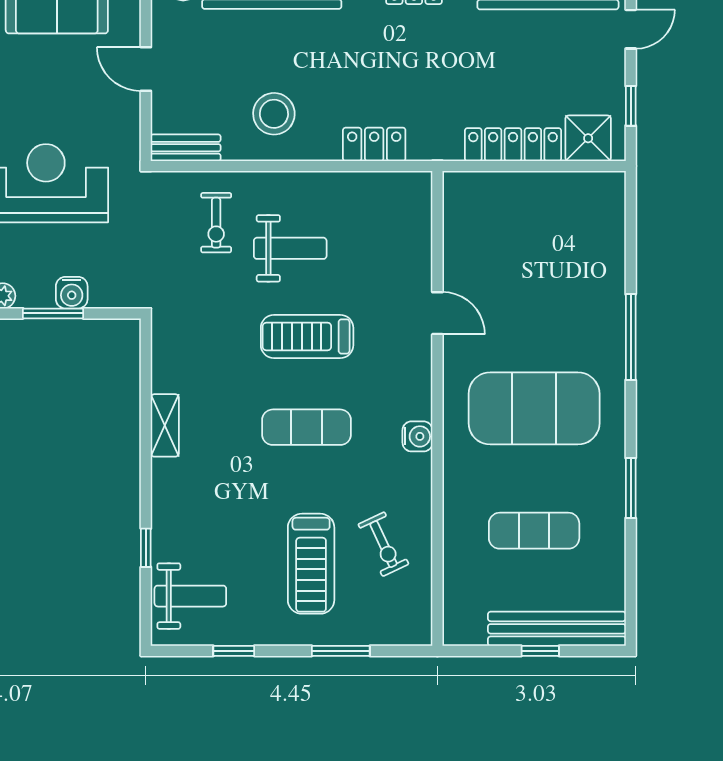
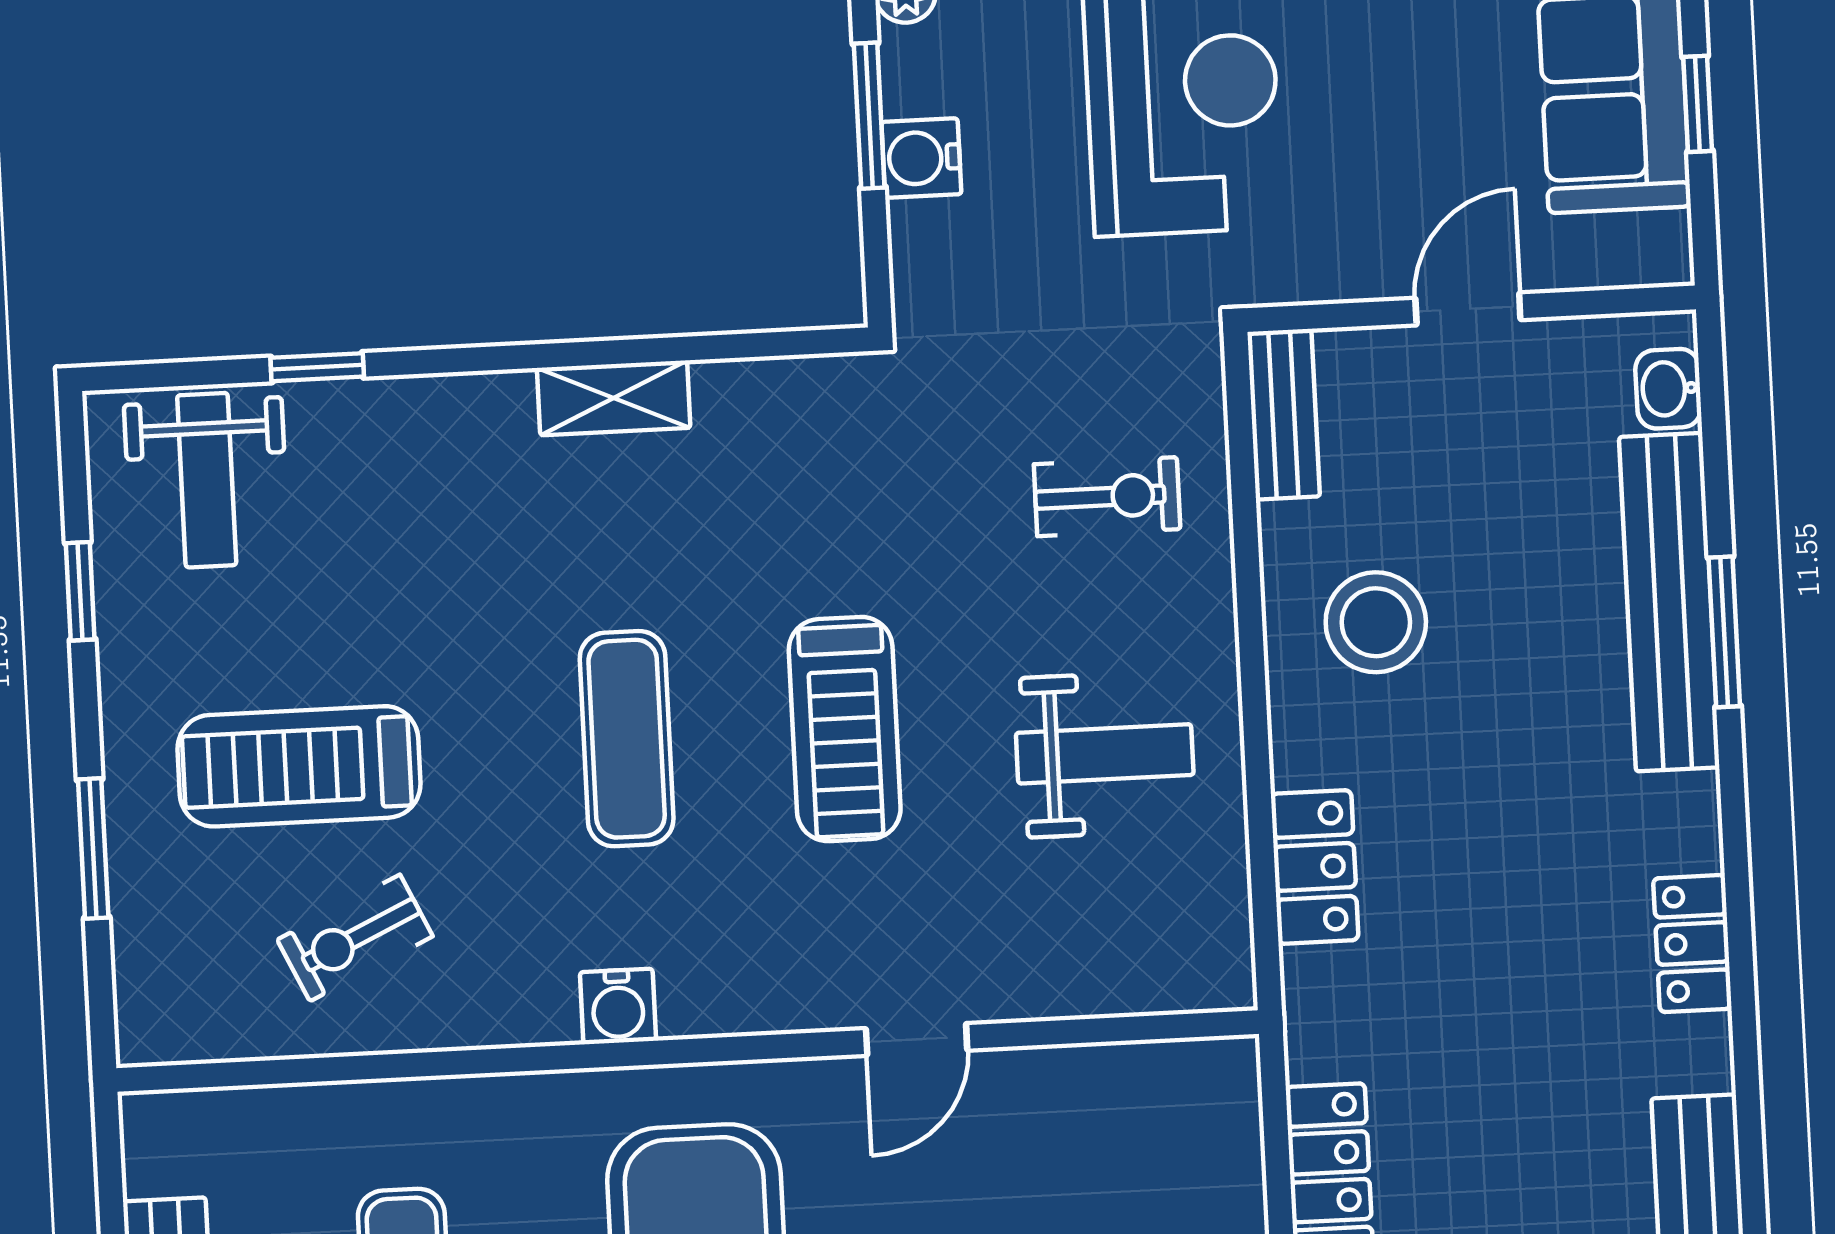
exercise bike: (216, 223) -> (1107, 497), turned 180
weight bench: (290, 248) -> (1105, 754), moved, turned -90
treadmill: (307, 336) -> (845, 729), turned 180

